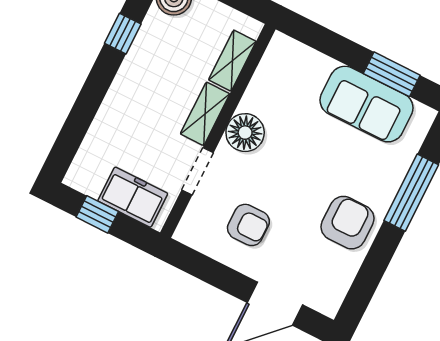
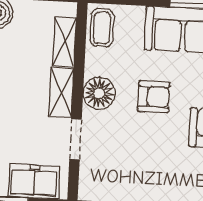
coffee table: (279, 63) -> (102, 28), added
armchair: (248, 225) -> (154, 97), moved

